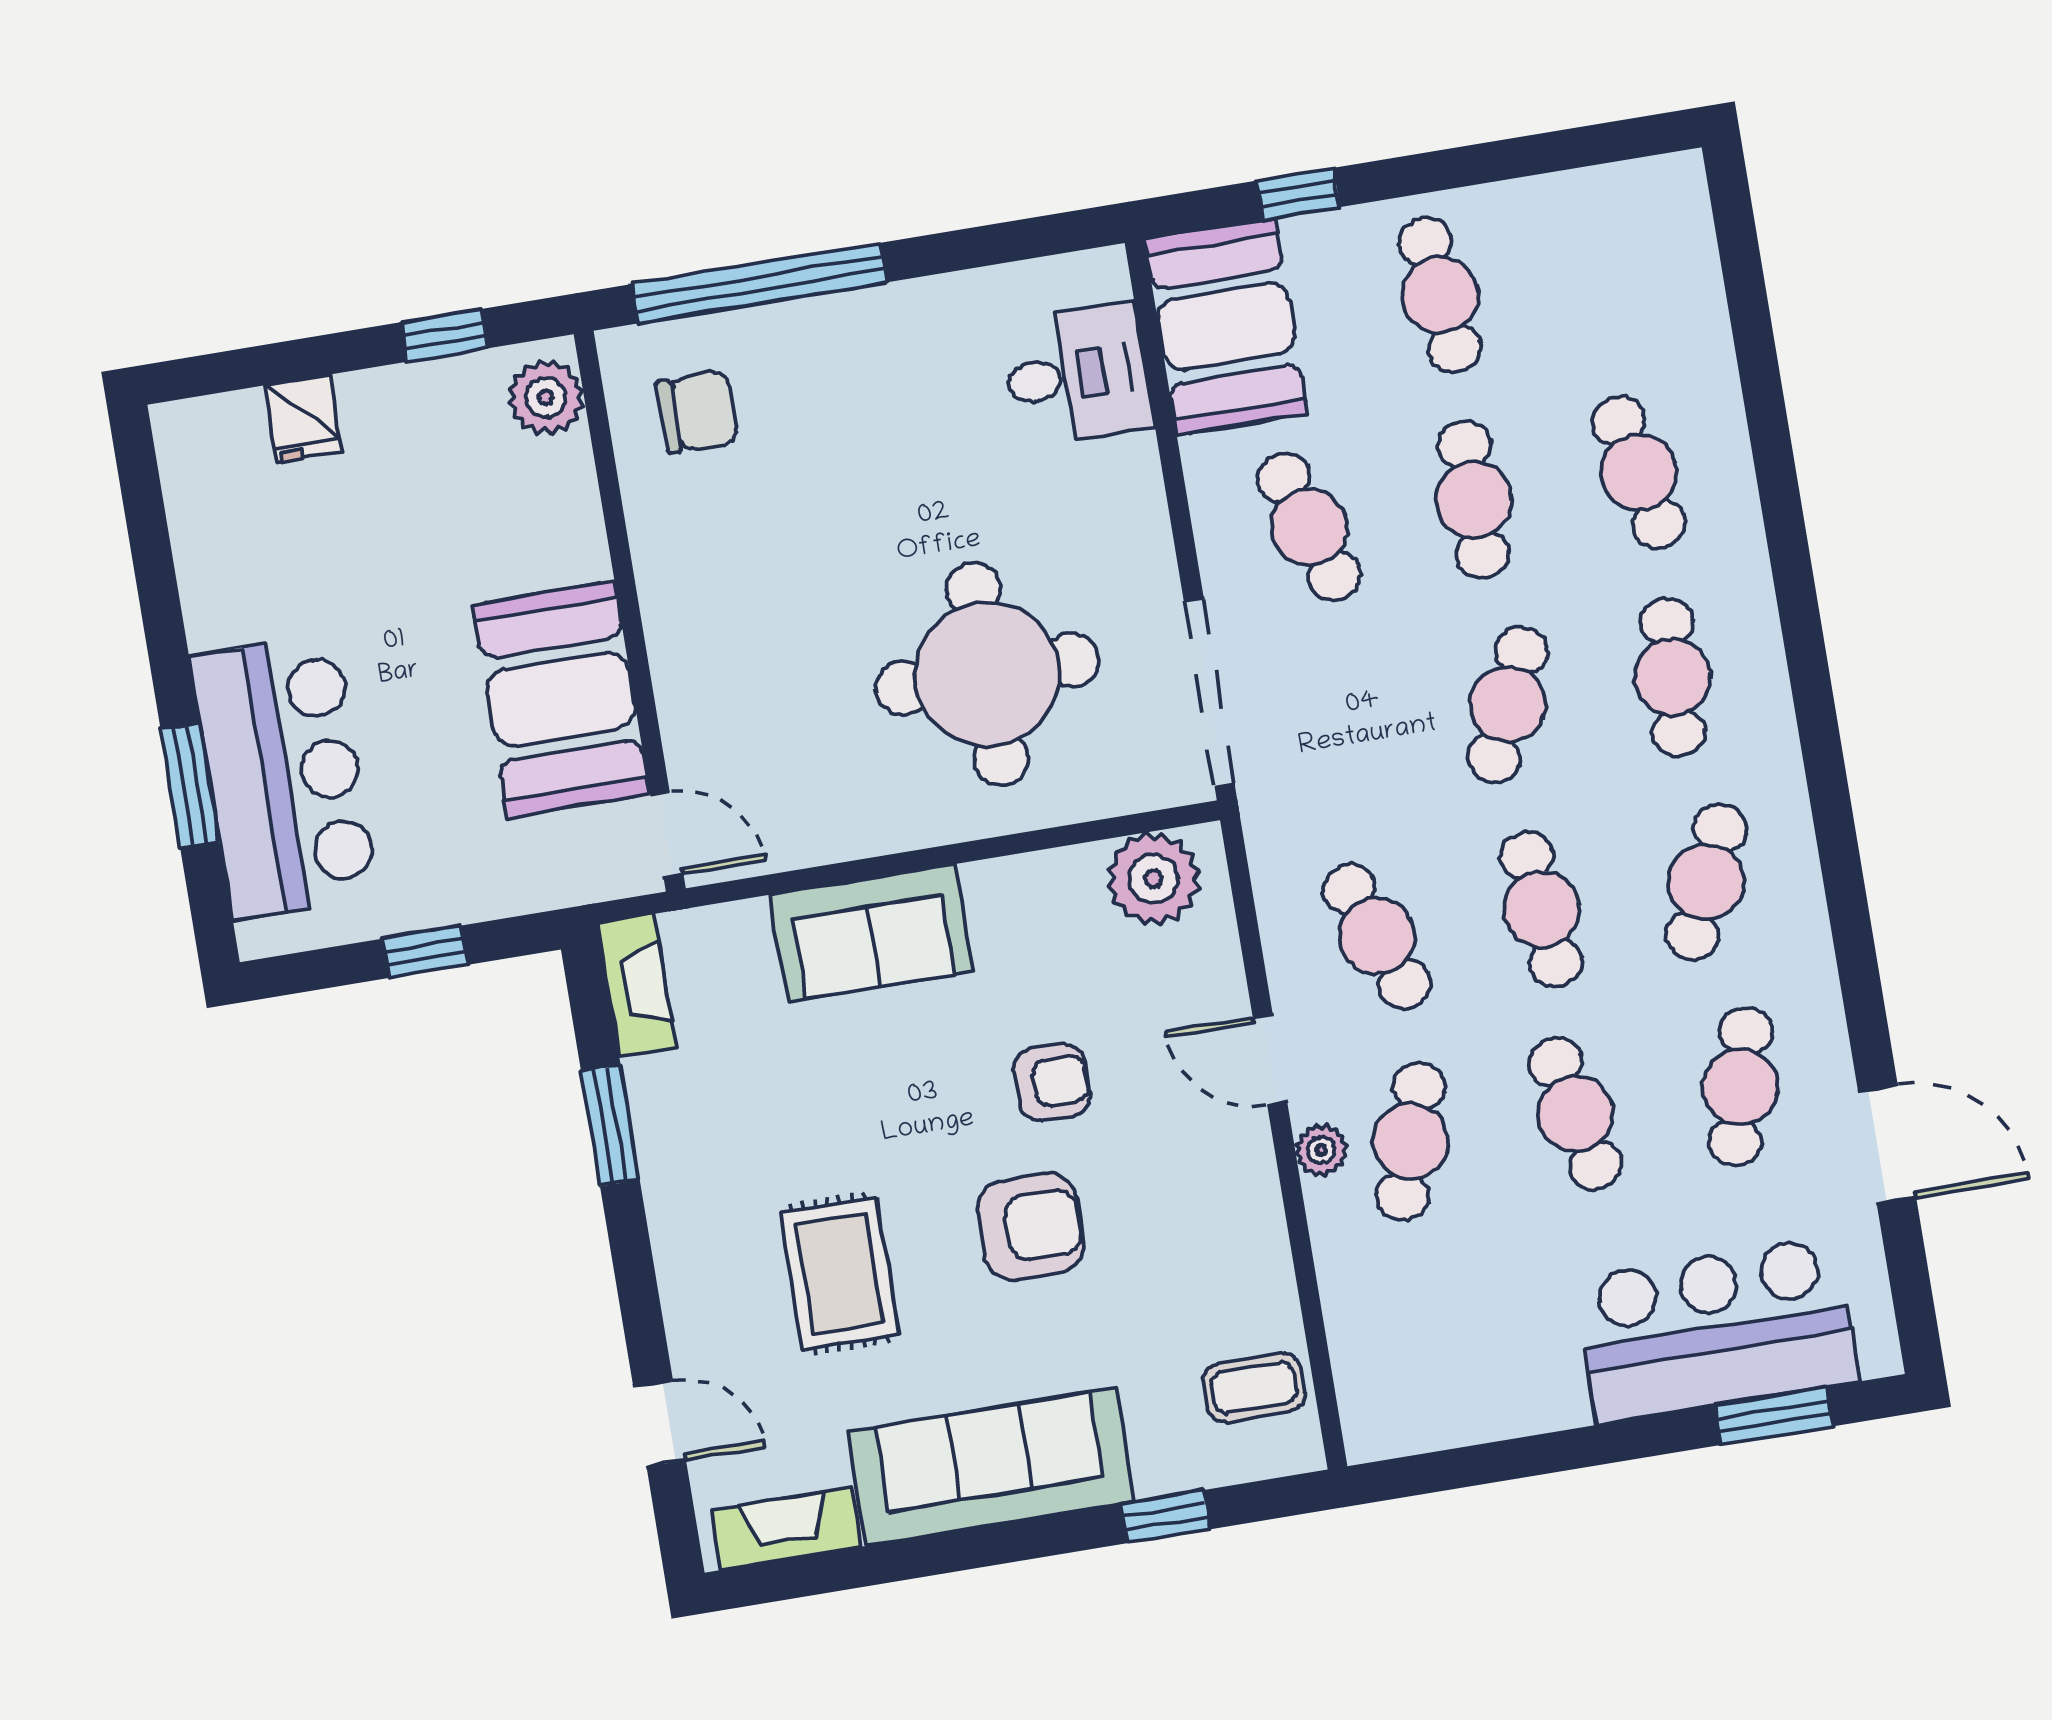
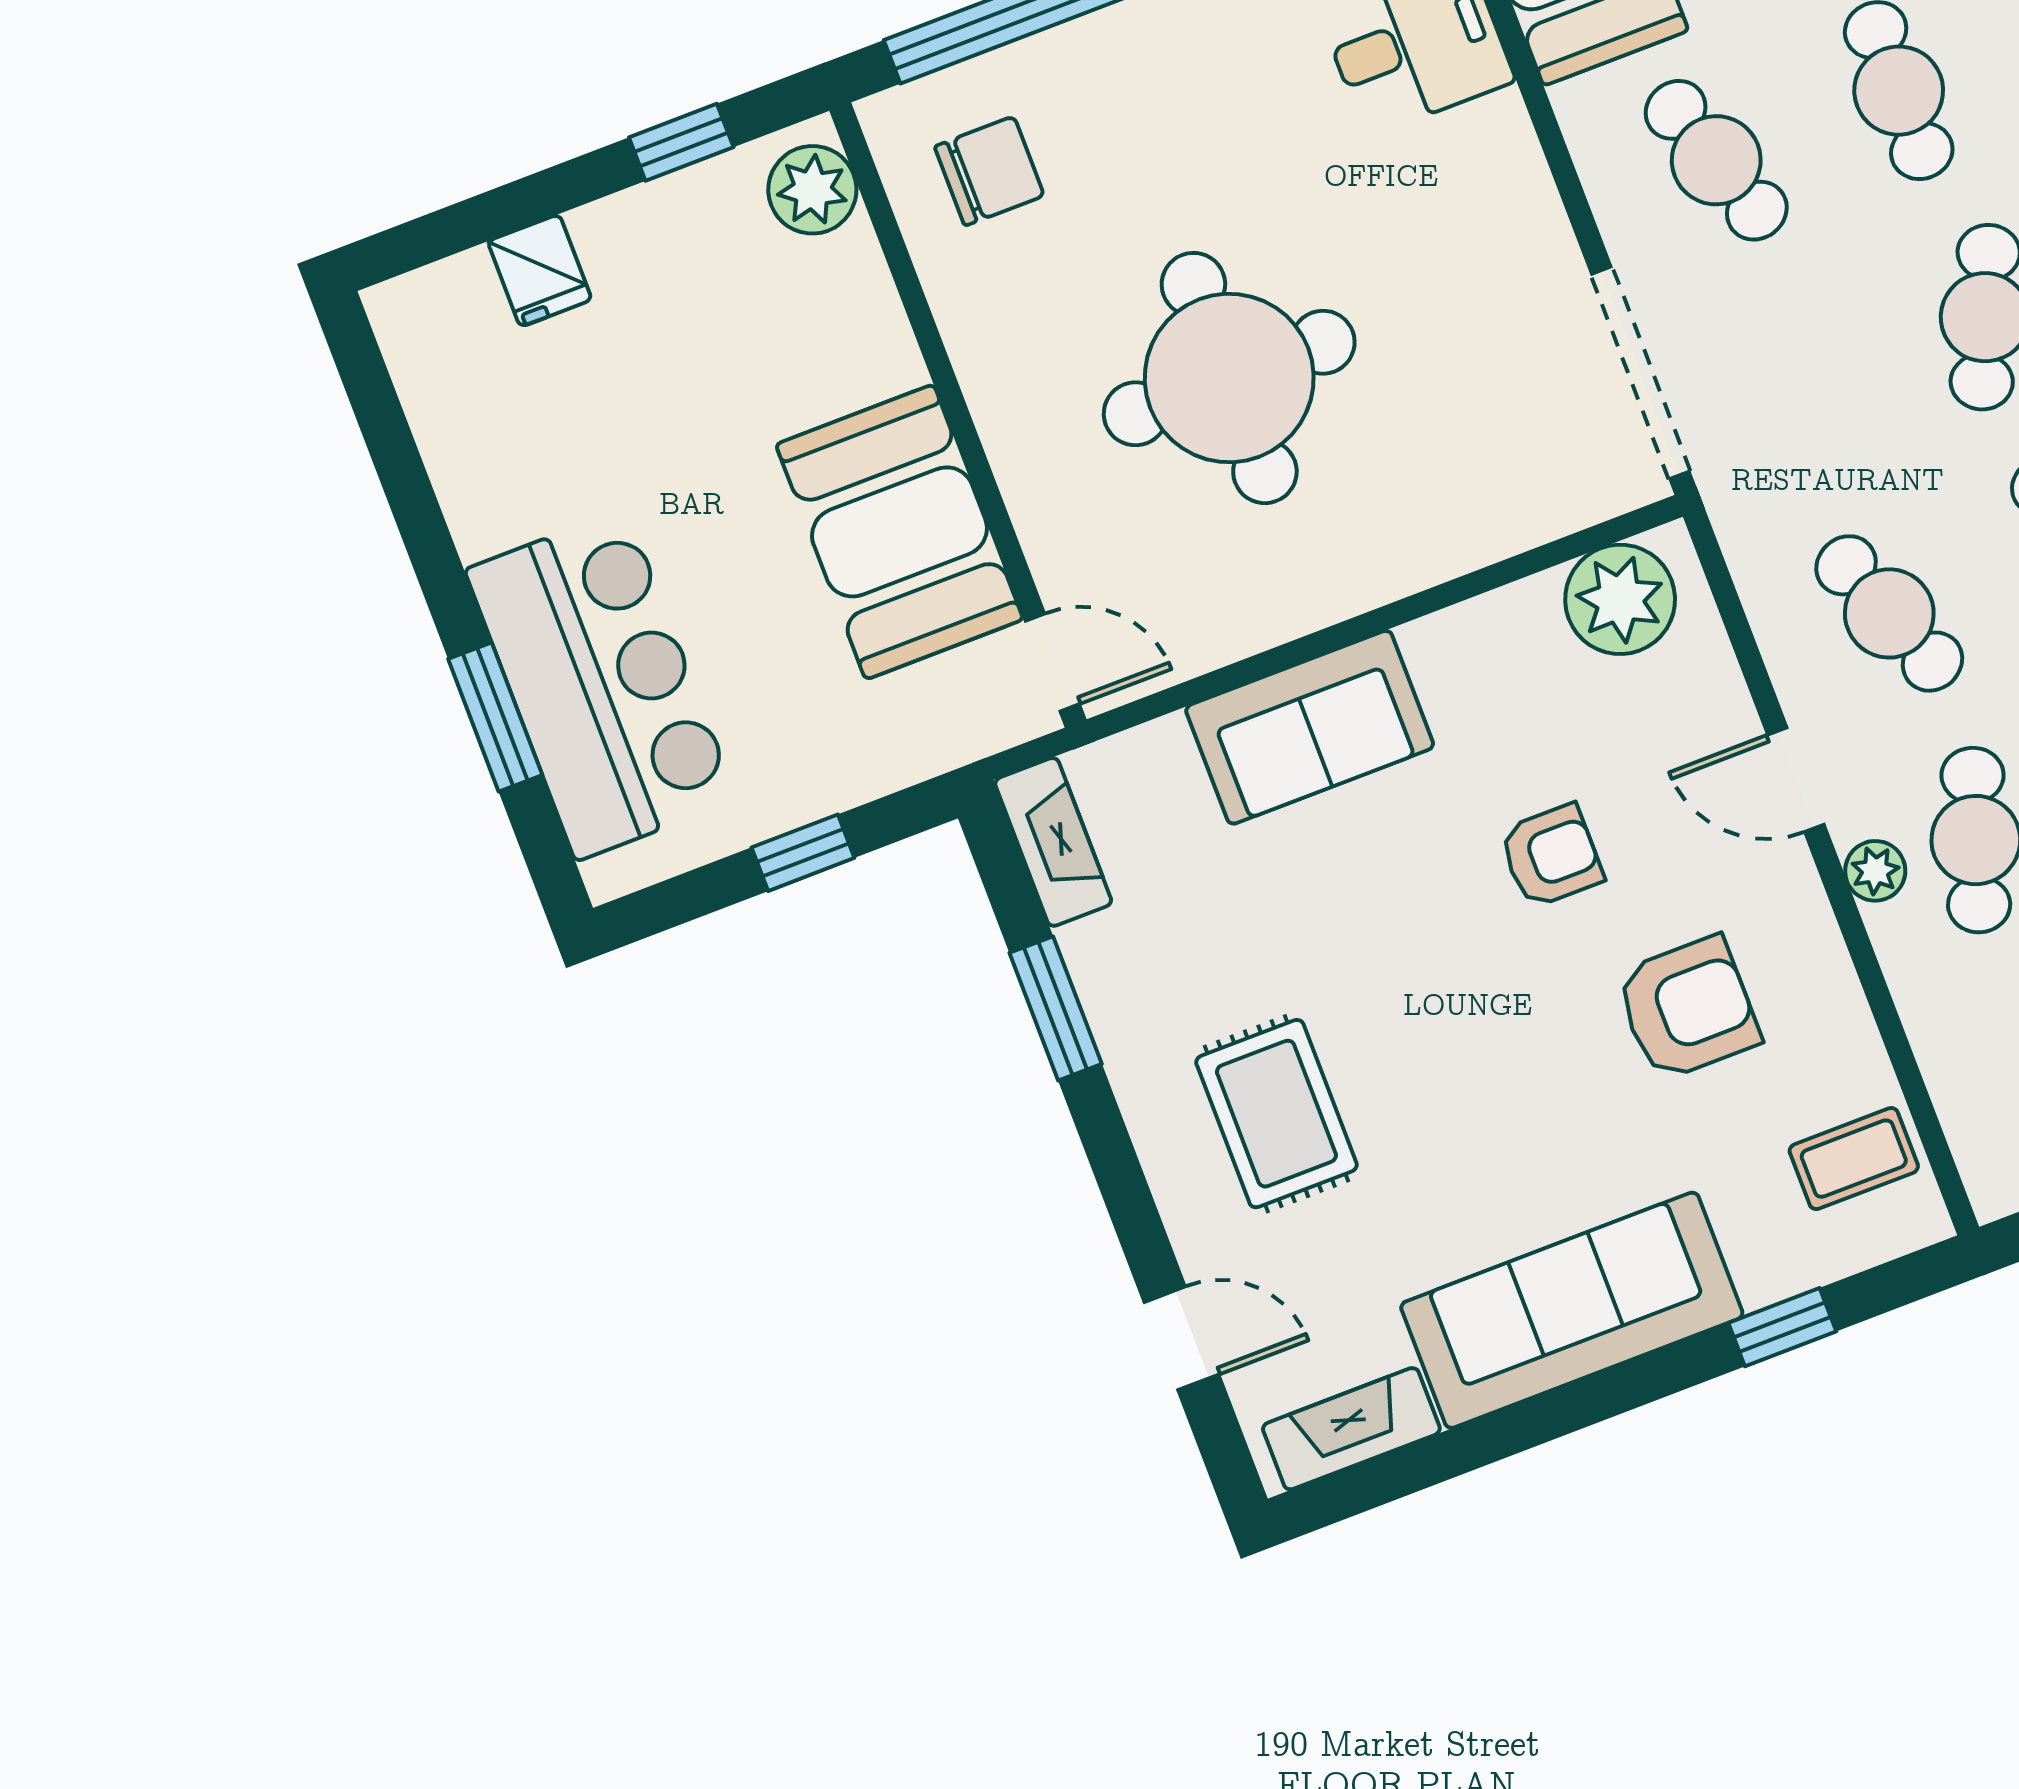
round table: (987, 674) -> (1229, 378), moved
armchair: (1031, 1227) -> (1688, 1008), moved
rug: (839, 1273) -> (1276, 1114), moved

